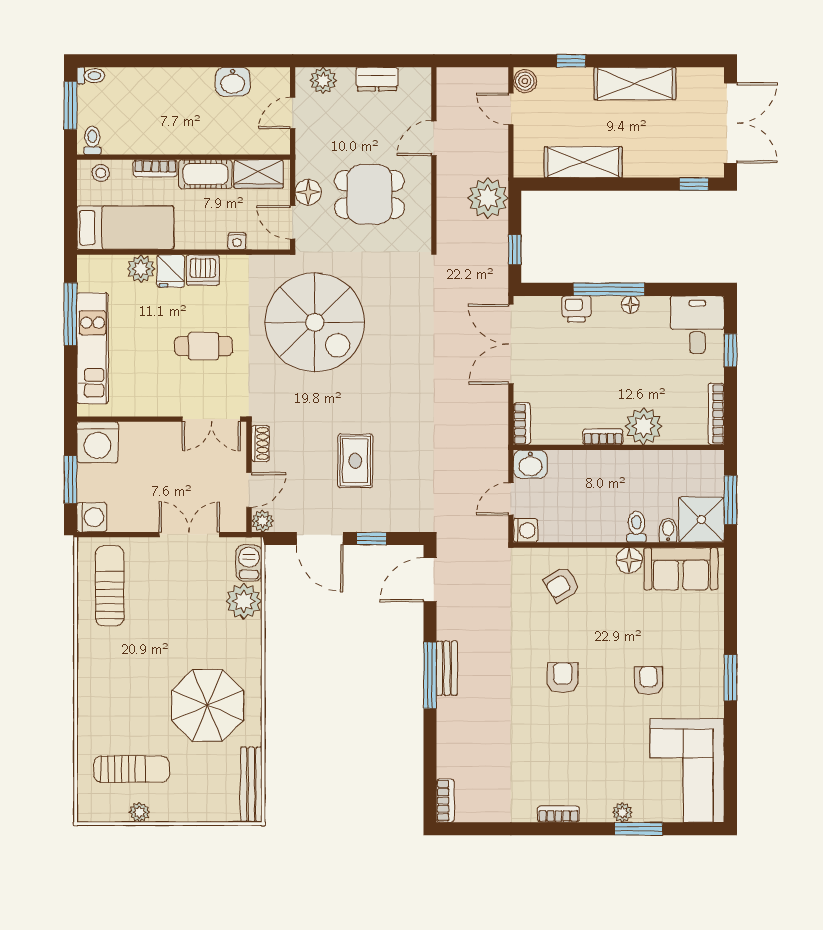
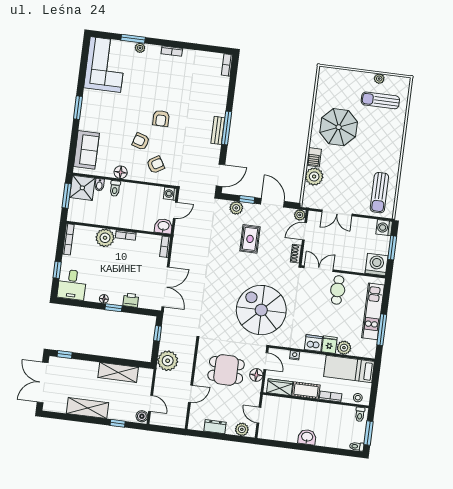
washbasin: (233, 82) -> (307, 437), moved
door: (293, 113) -> (259, 415), swing flipped
window: (609, 289) -> (113, 308), width x0.46
cafe table: (204, 346) -> (338, 290), moved, turned 90
plant: (390, 519) -> (236, 208), added
barbecue: (249, 563) -> (314, 157), moved
sofa: (681, 569) -> (86, 150), moved, turned 90
armchair: (648, 681) -> (141, 141), moved, turned 107
bench: (251, 785) -> (322, 85), removed

